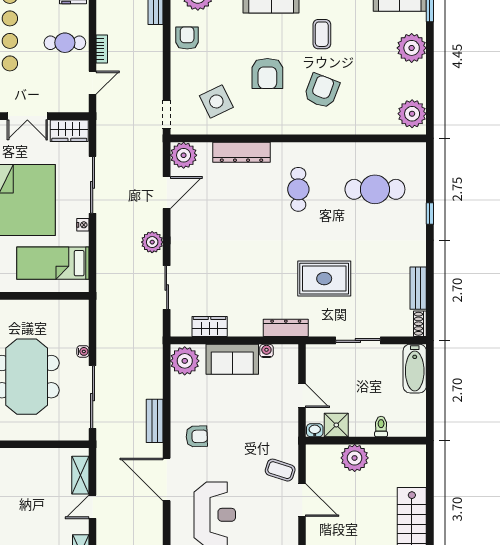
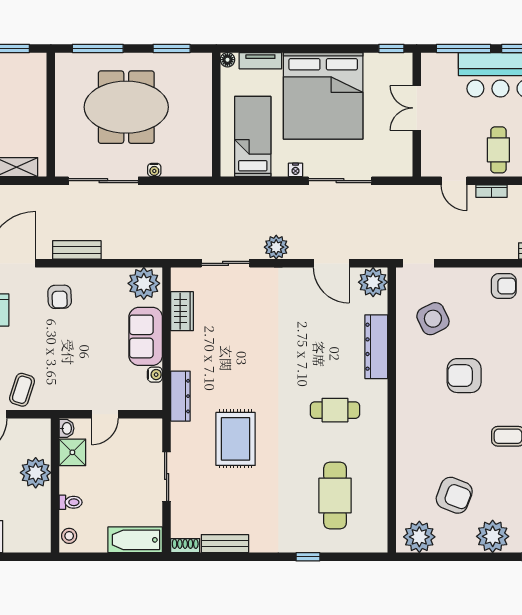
armchair: (322, 91) -> (454, 495), moved
wardrobe: (69, 131) -> (400, 155), removed
stool: (411, 428) -> (69, 536), added

